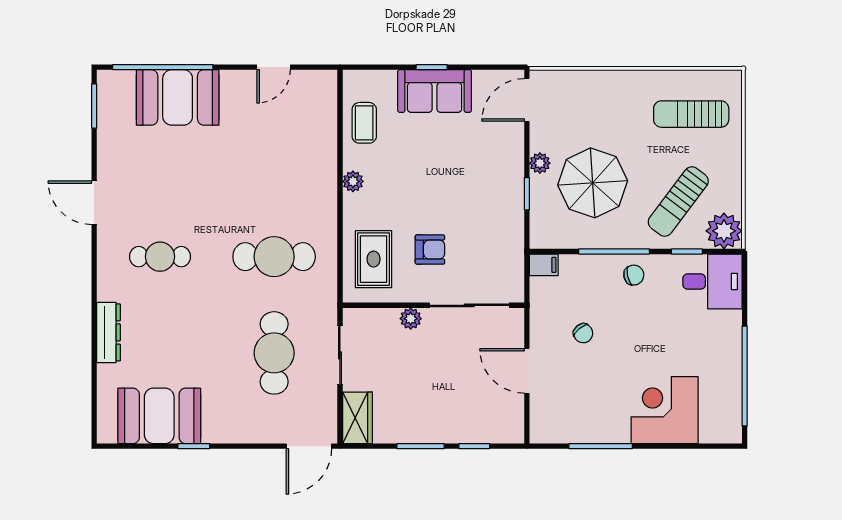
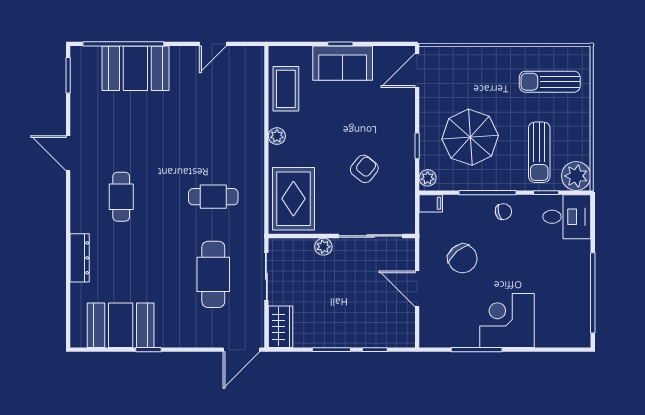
coffee table: (364, 123) -> (286, 89), width x1.36, depth x1.30
plant: (540, 163) -> (428, 178), moved
sun lounger: (678, 202) -> (539, 152), turned -37
armchair: (430, 249) -> (364, 169), moved, turned -51
cafe table: (160, 257) -> (121, 197), turned 90
cafe table: (274, 257) -> (213, 197), width x0.73, depth x0.74
rug: (374, 259) -> (293, 199), width x1.36, depth x1.43
chair: (583, 333) -> (463, 259), width x1.87, depth x1.87
corner desk: (665, 410) -> (507, 320), moved

